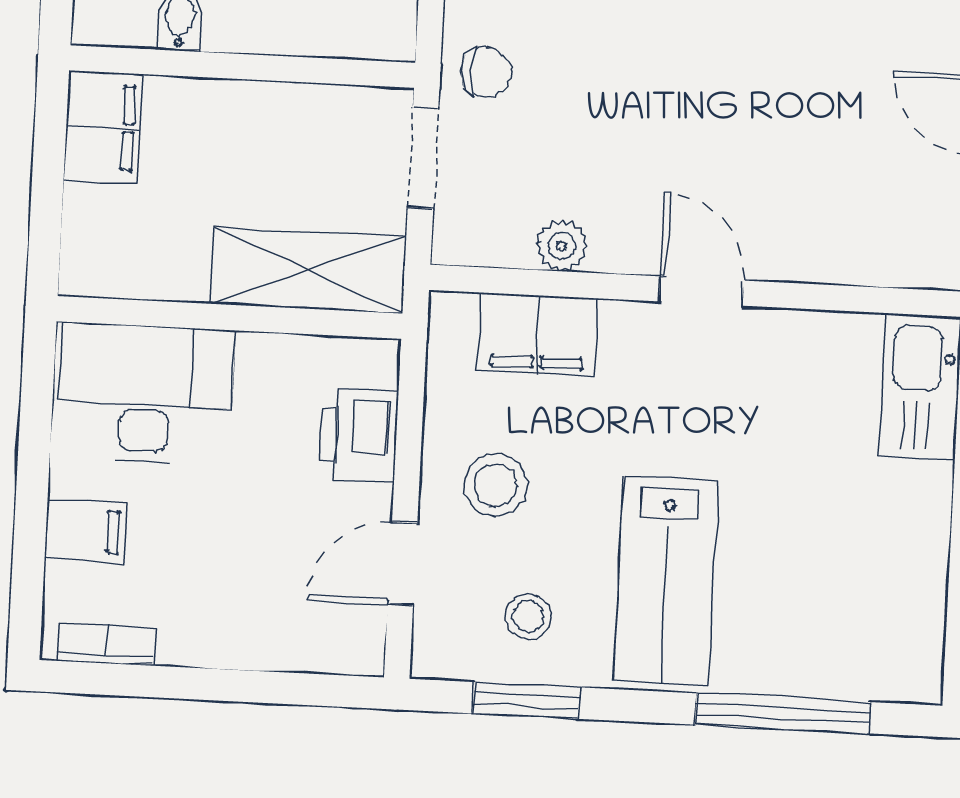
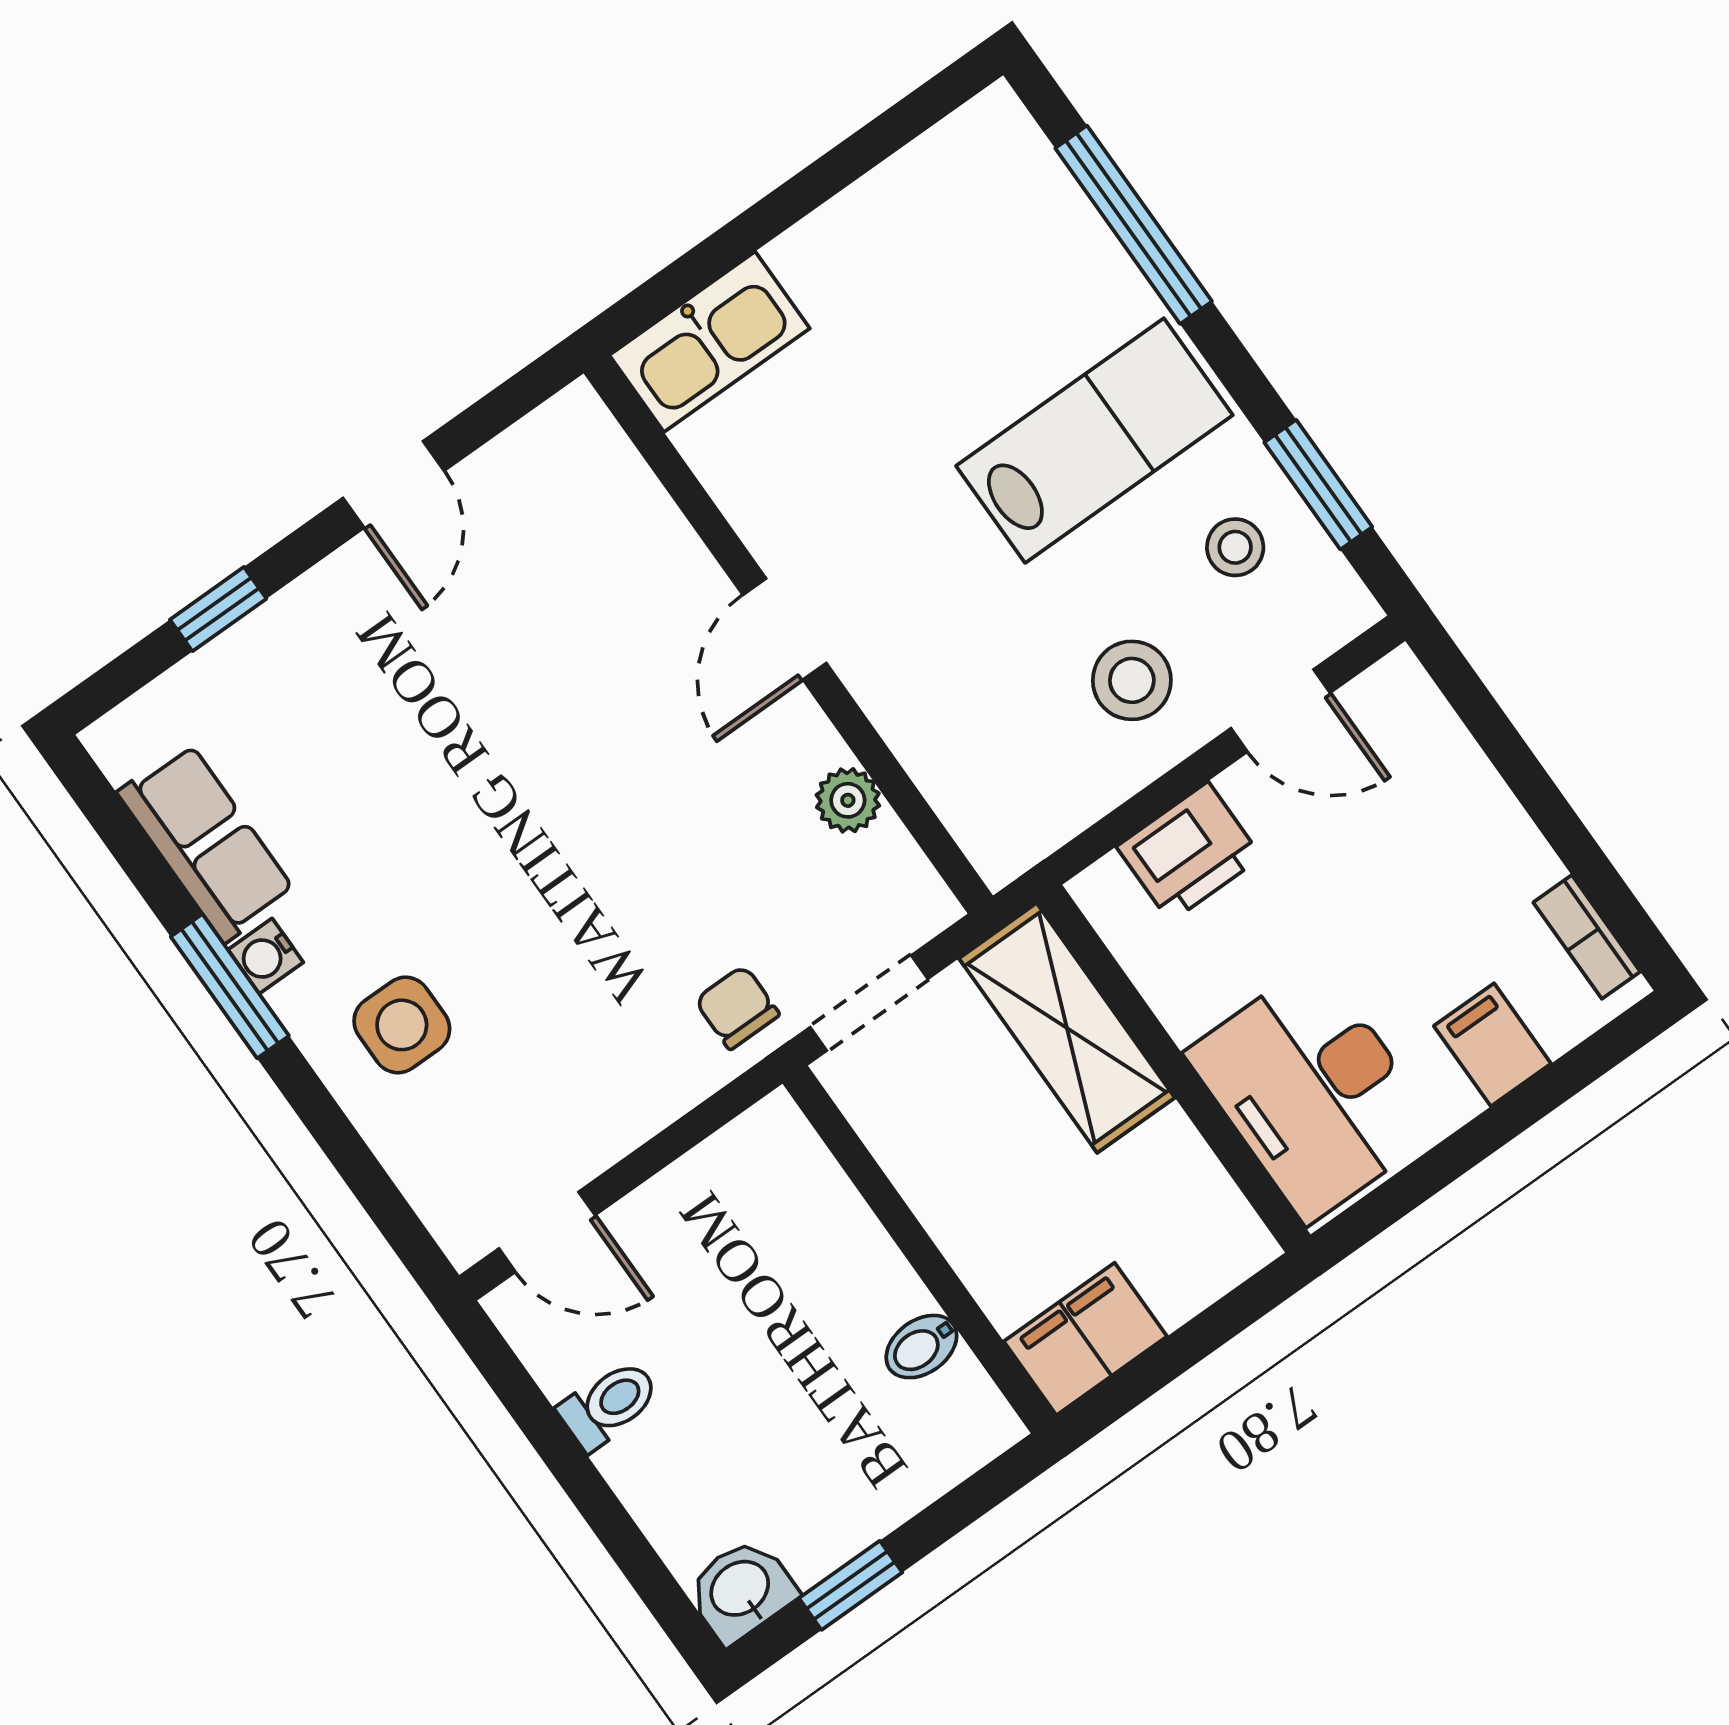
filing cabinet: (538, 335) -> (953, 755), removed

